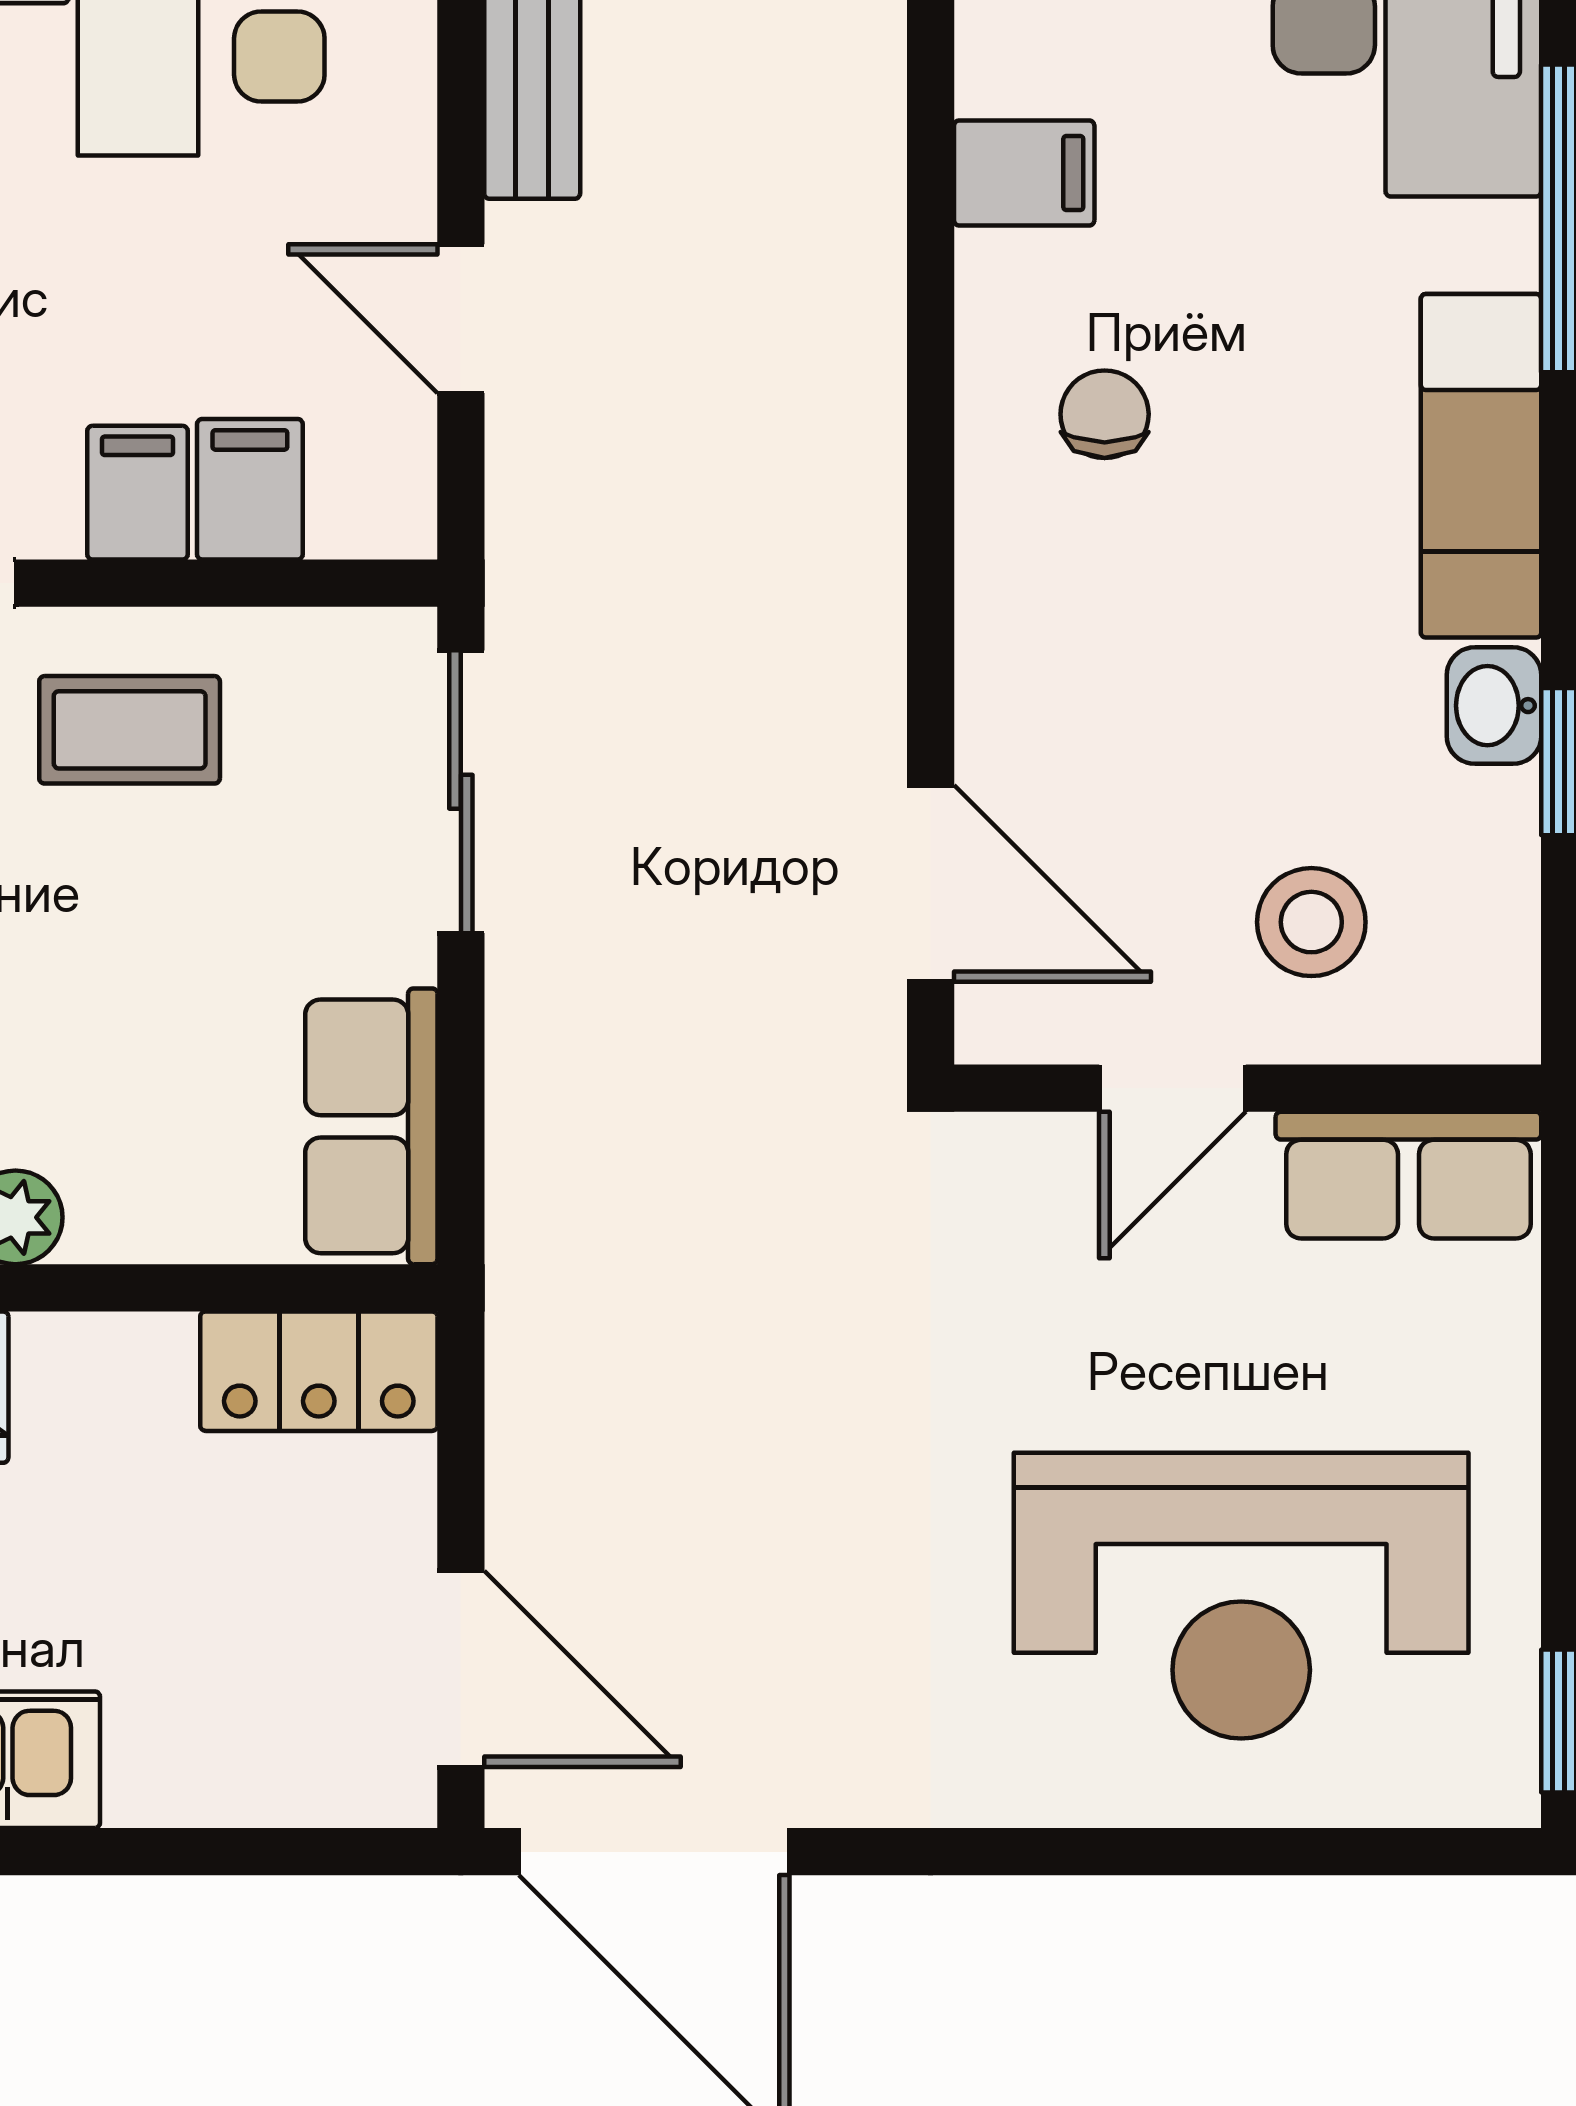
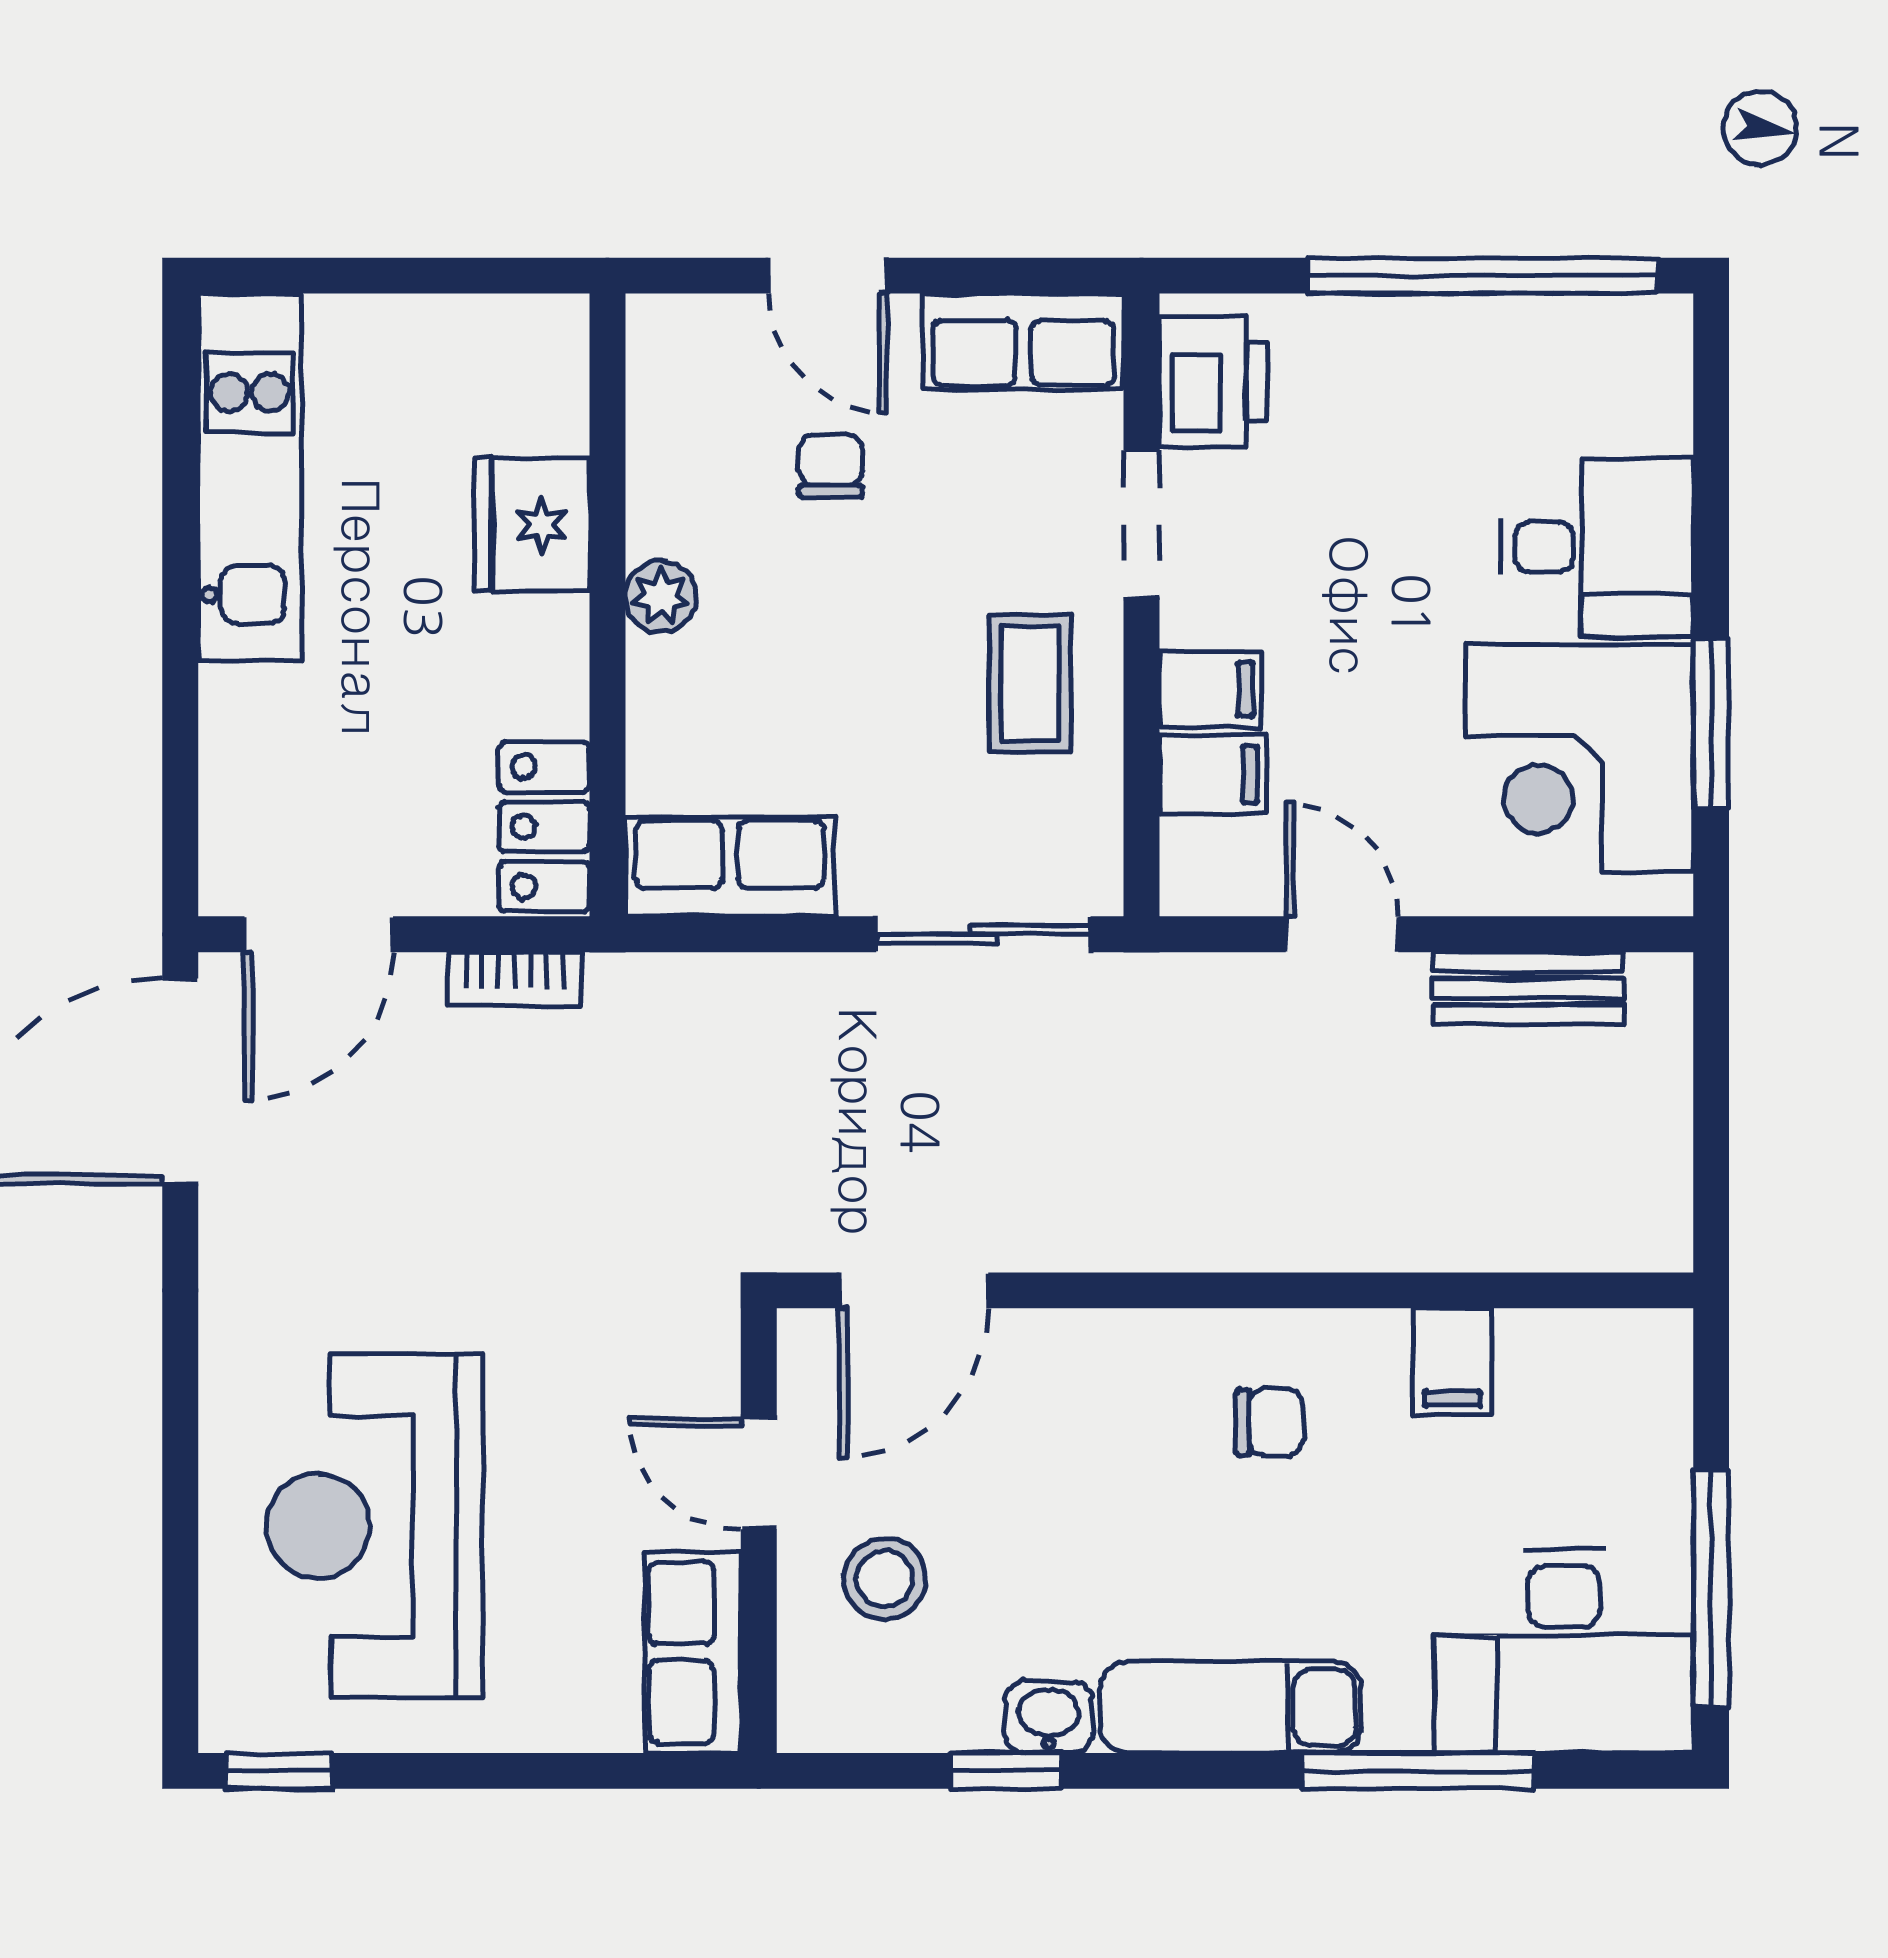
door: (461, 319) -> (1342, 934), hinge flipped
bookcase: (520, 1410) -> (515, 979), added

